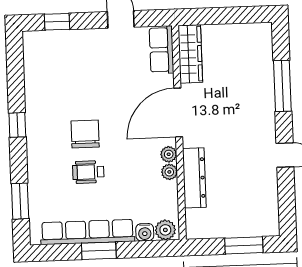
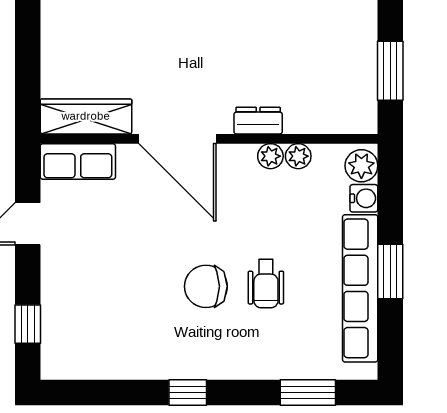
plant: (169, 154) -> (298, 156), moved
dresser: (194, 178) -> (258, 121), width x0.51, depth x0.80
window: (244, 245) -> (390, 71), moved

